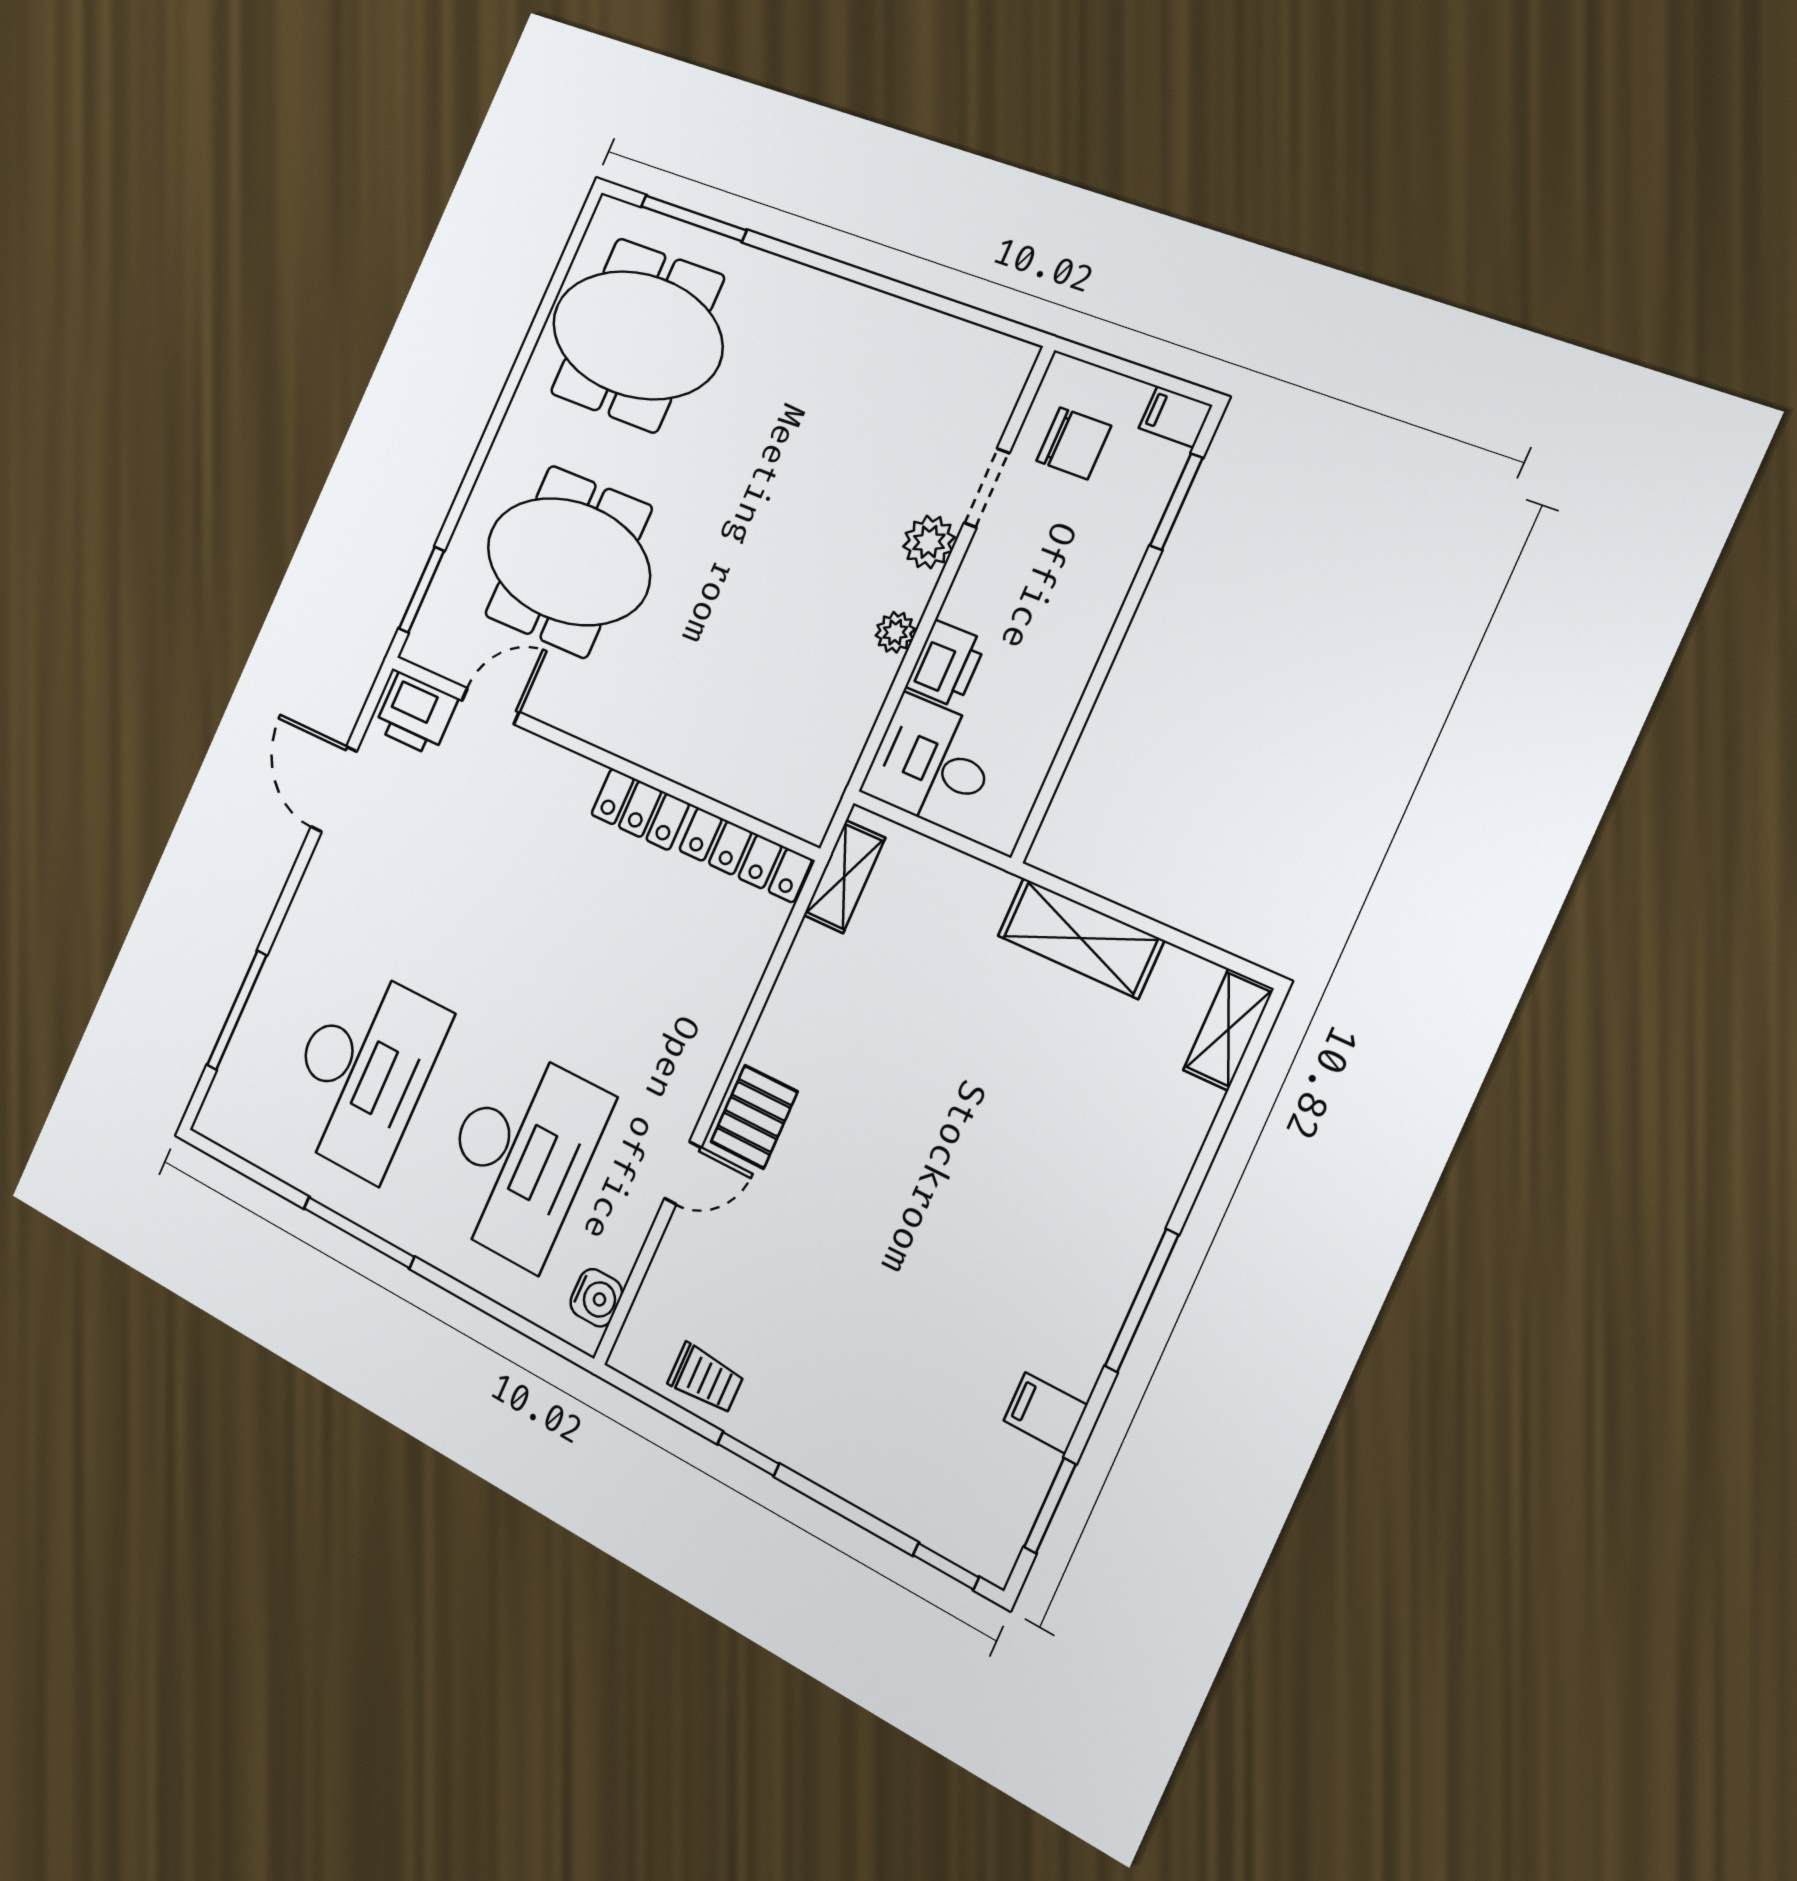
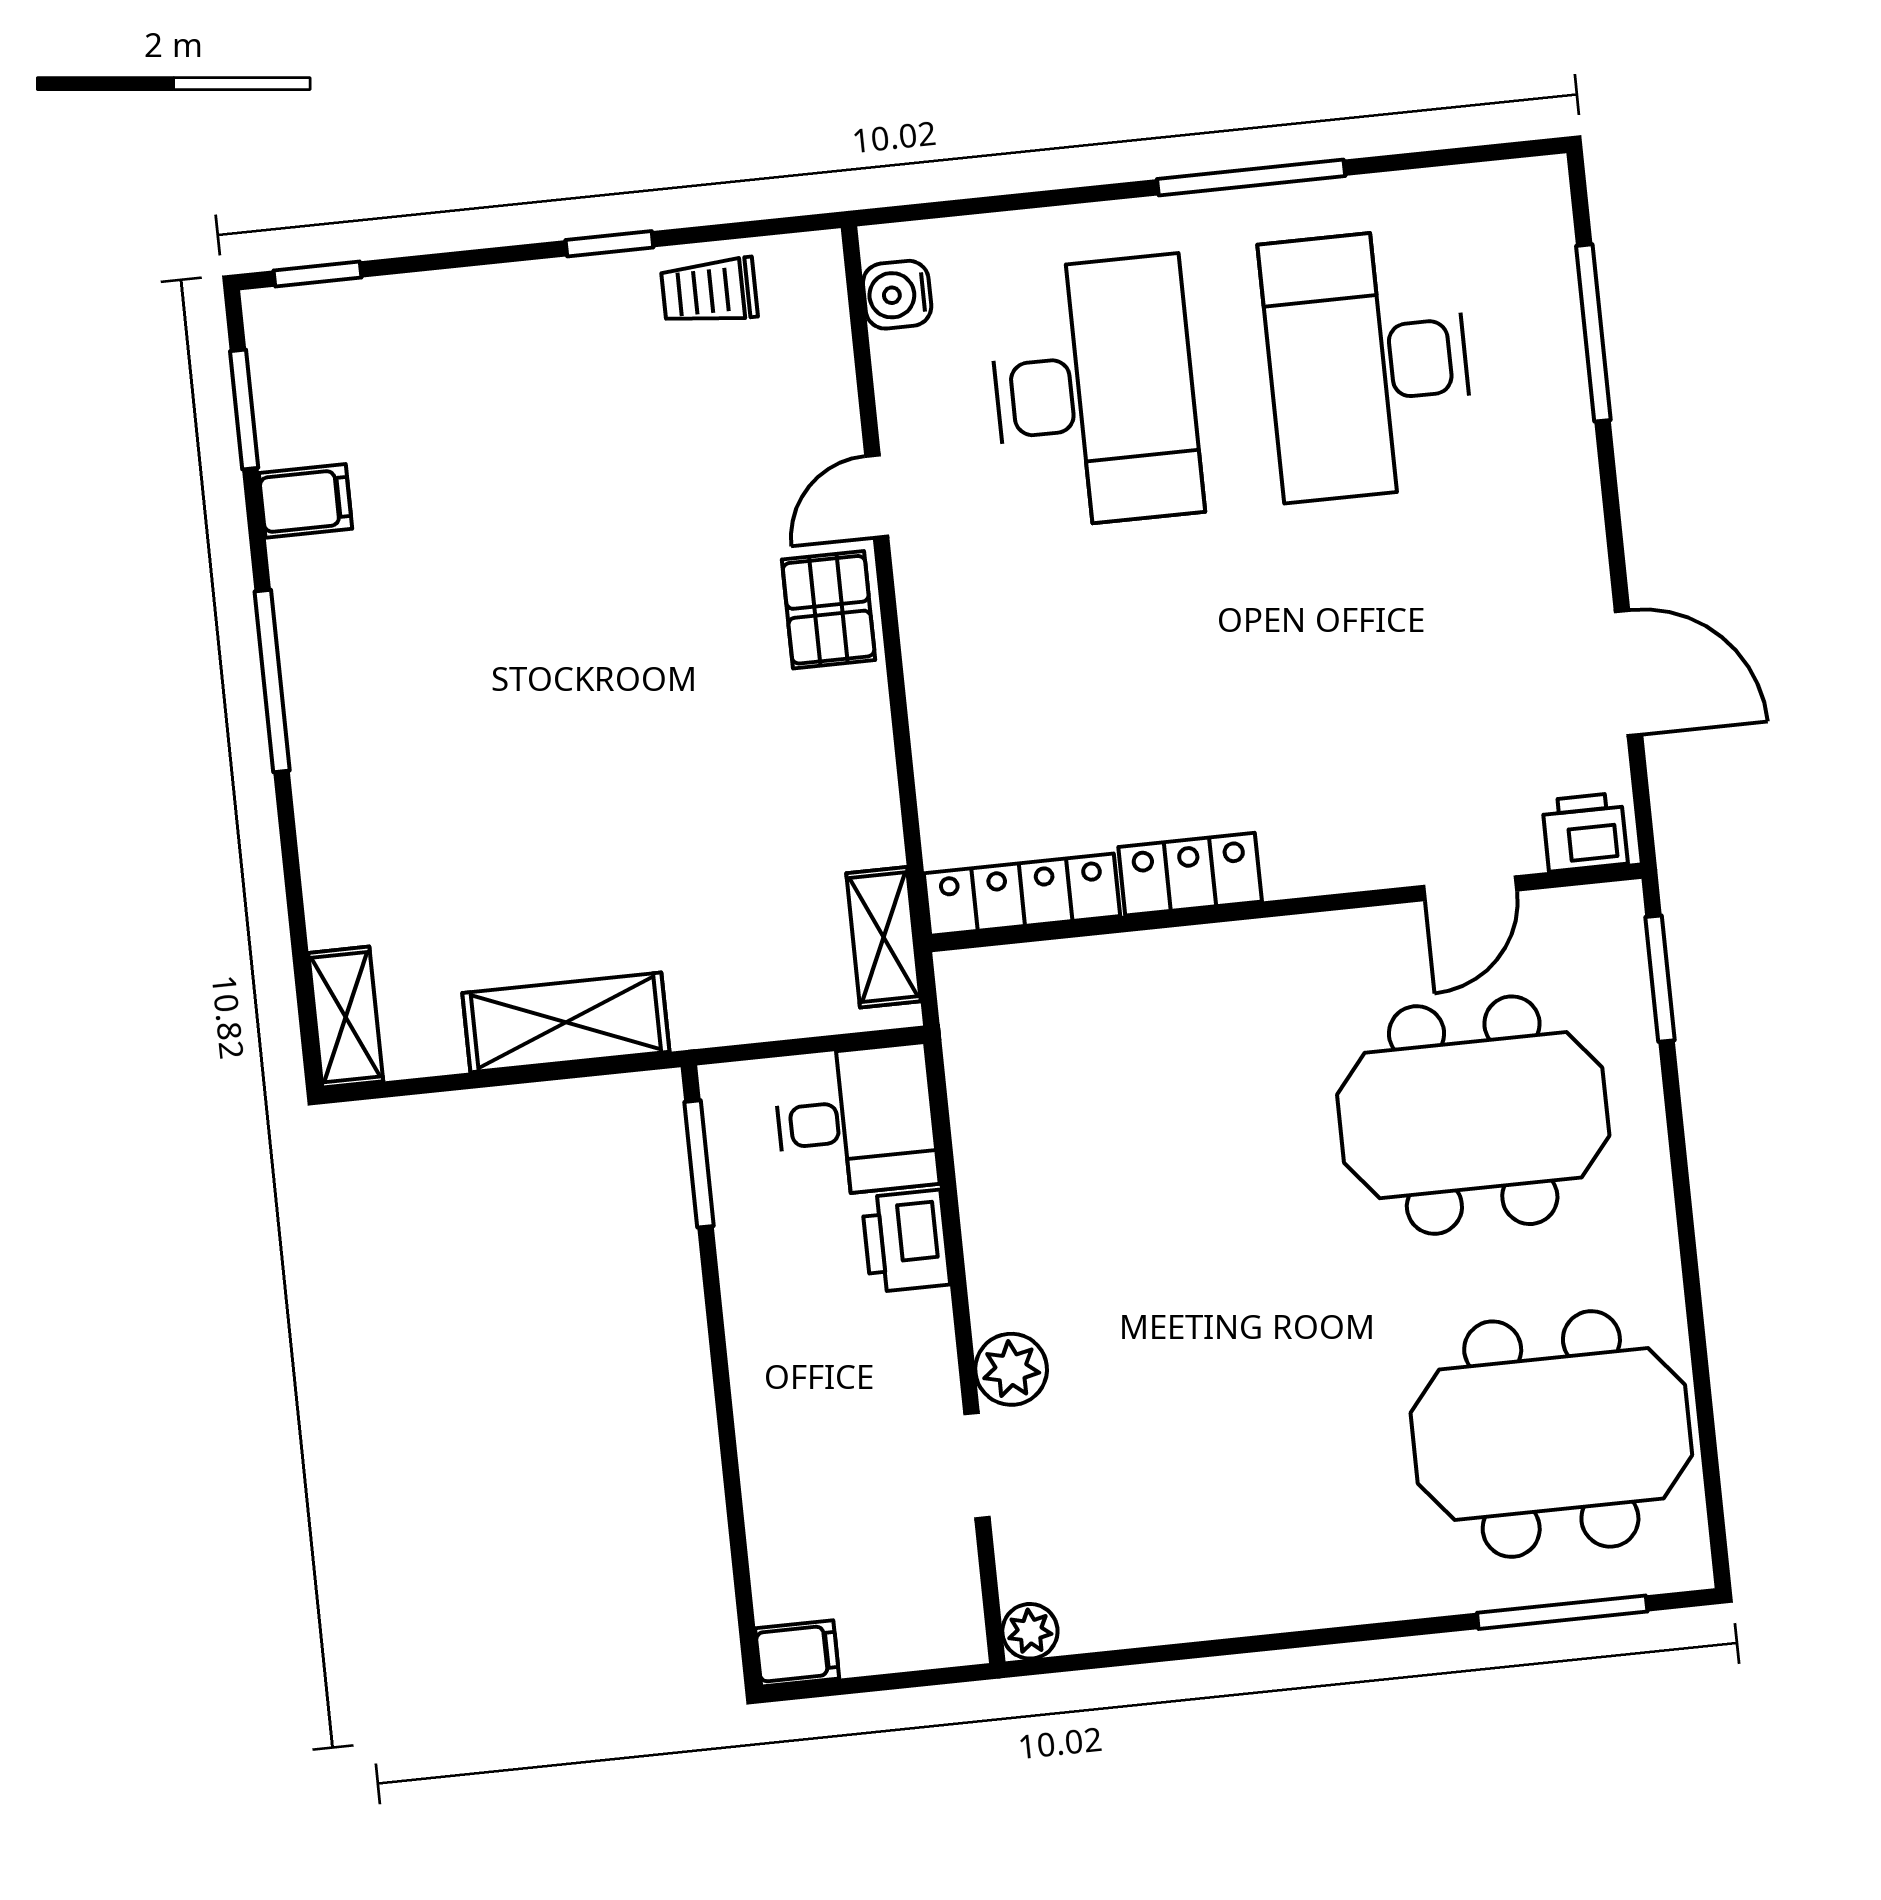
chair: (1074, 443) -> (901, 1567), removed
window: (1176, 502) -> (699, 1164), moved
plant: (895, 632) -> (1030, 1631), moved
printer: (416, 714) -> (1585, 832), width x0.73, depth x0.81
desk: (520, 1156) -> (1095, 392), turned 180

